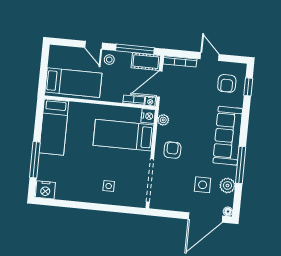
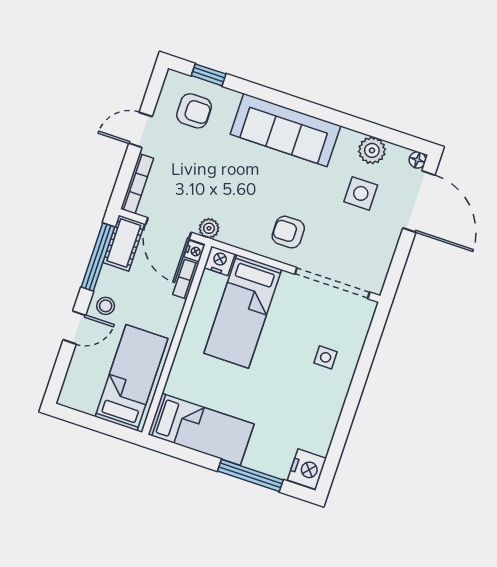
plant: (163, 120) -> (209, 228), moved
window: (241, 165) -> (341, 119), removed

